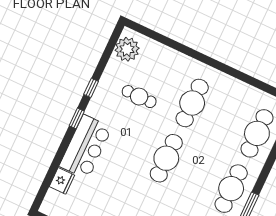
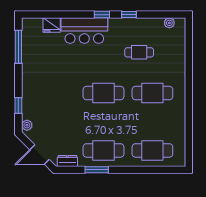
plant: (127, 49) -> (169, 23), width x0.53, depth x0.53
cafe table: (139, 97) -> (139, 52), turned 90

